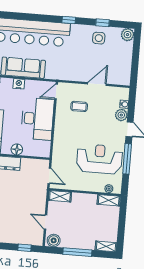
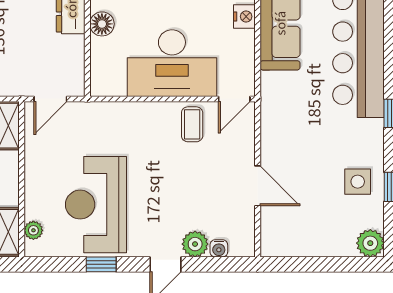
door: (56, 92) -> (234, 99), swing flipped
coffee table: (79, 106) -> (192, 124), moved
reception desk: (99, 159) -> (96, 205), turned 180
window: (127, 159) -> (101, 264), width x0.46

